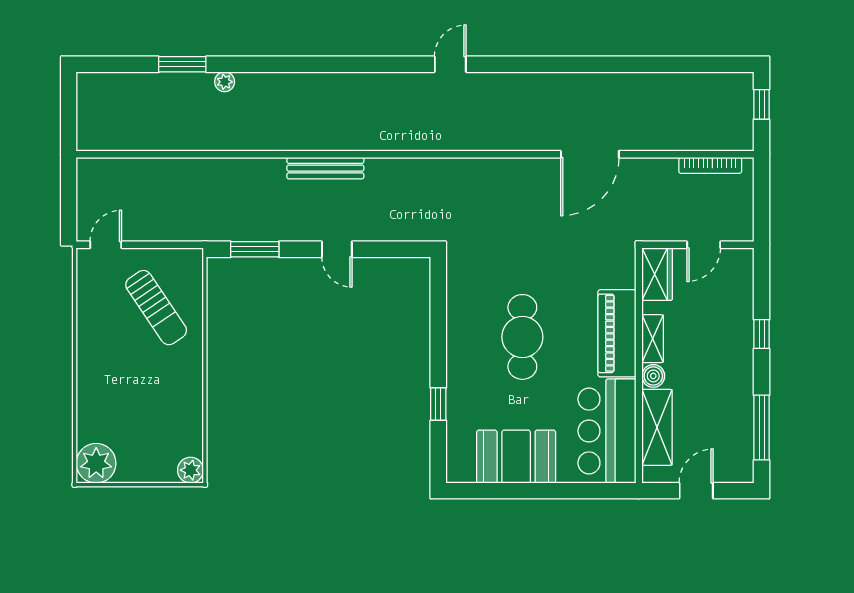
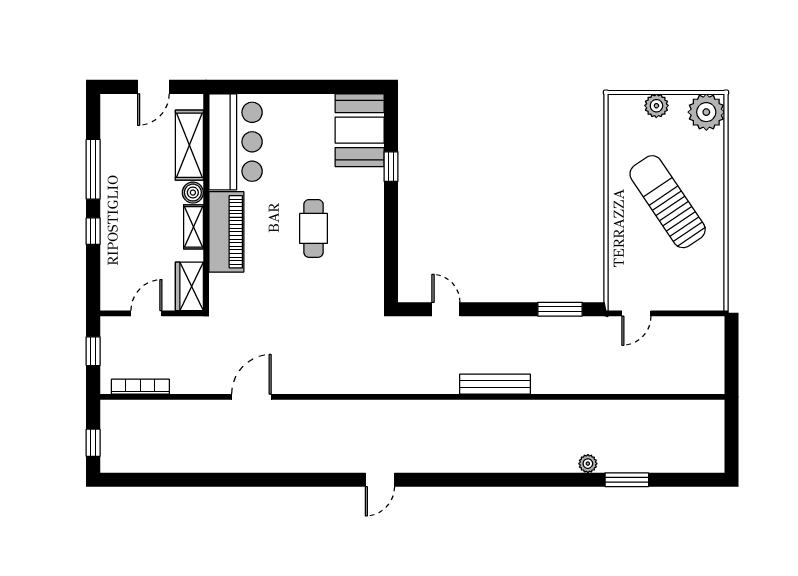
door: (590, 154) -> (251, 397), width x0.73
window: (762, 204) -> (93, 351), added
door: (106, 245) -> (636, 313), moved
door: (337, 249) -> (446, 309), moved
sun lounger: (156, 308) -> (668, 202), moved, width x1.36, depth x1.34
cafe table: (522, 337) -> (313, 228), width x0.73, depth x0.74
window: (762, 428) -> (93, 169), moved
booth: (516, 457) -> (360, 130), moved, turned 90
plant: (191, 470) -> (656, 106), moved

